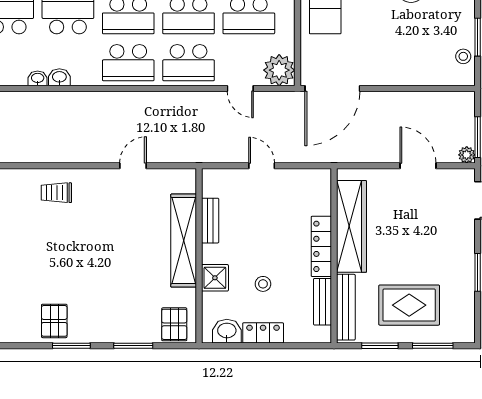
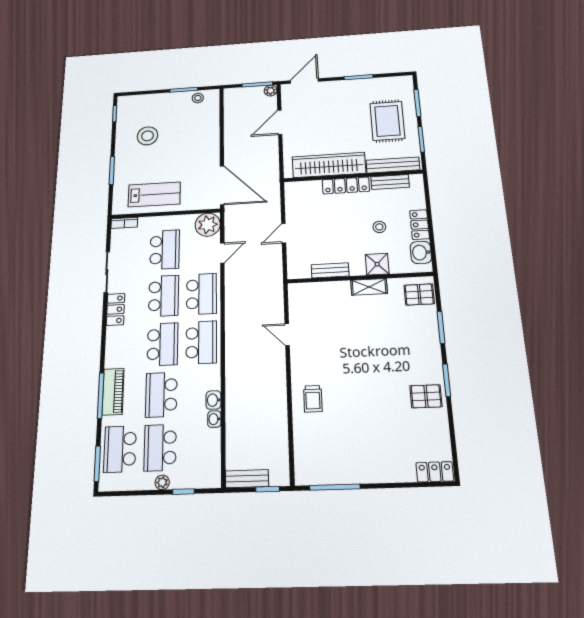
shelving: (184, 241) -> (369, 287), width x0.45, depth x0.75

